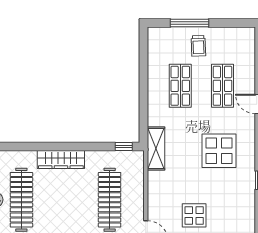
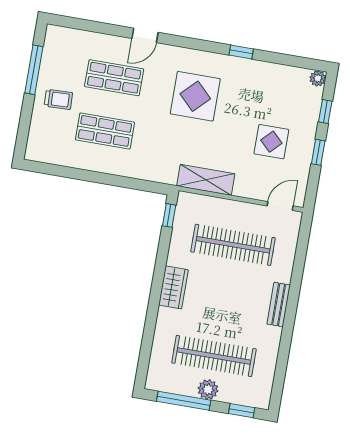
window: (189, 23) -> (34, 70), moved
shelving: (156, 148) -> (206, 180), moved
wardrobe: (61, 159) -> (173, 287), width x0.67

